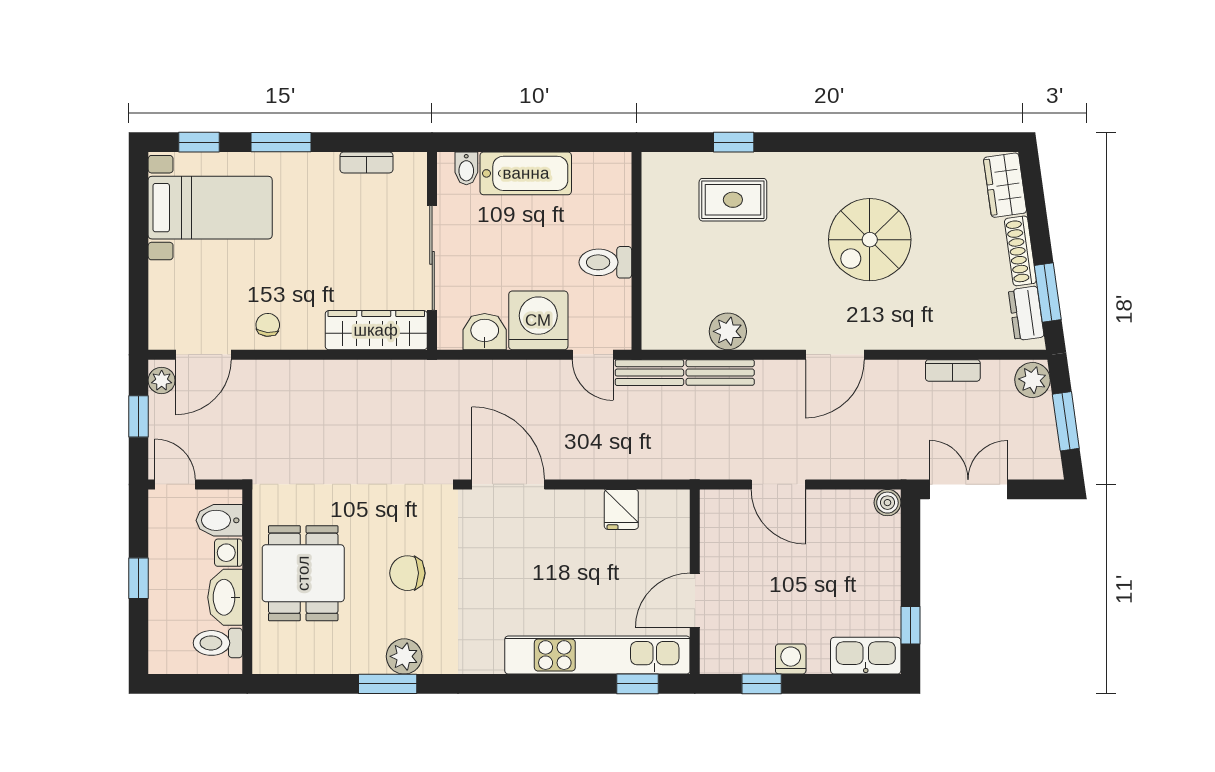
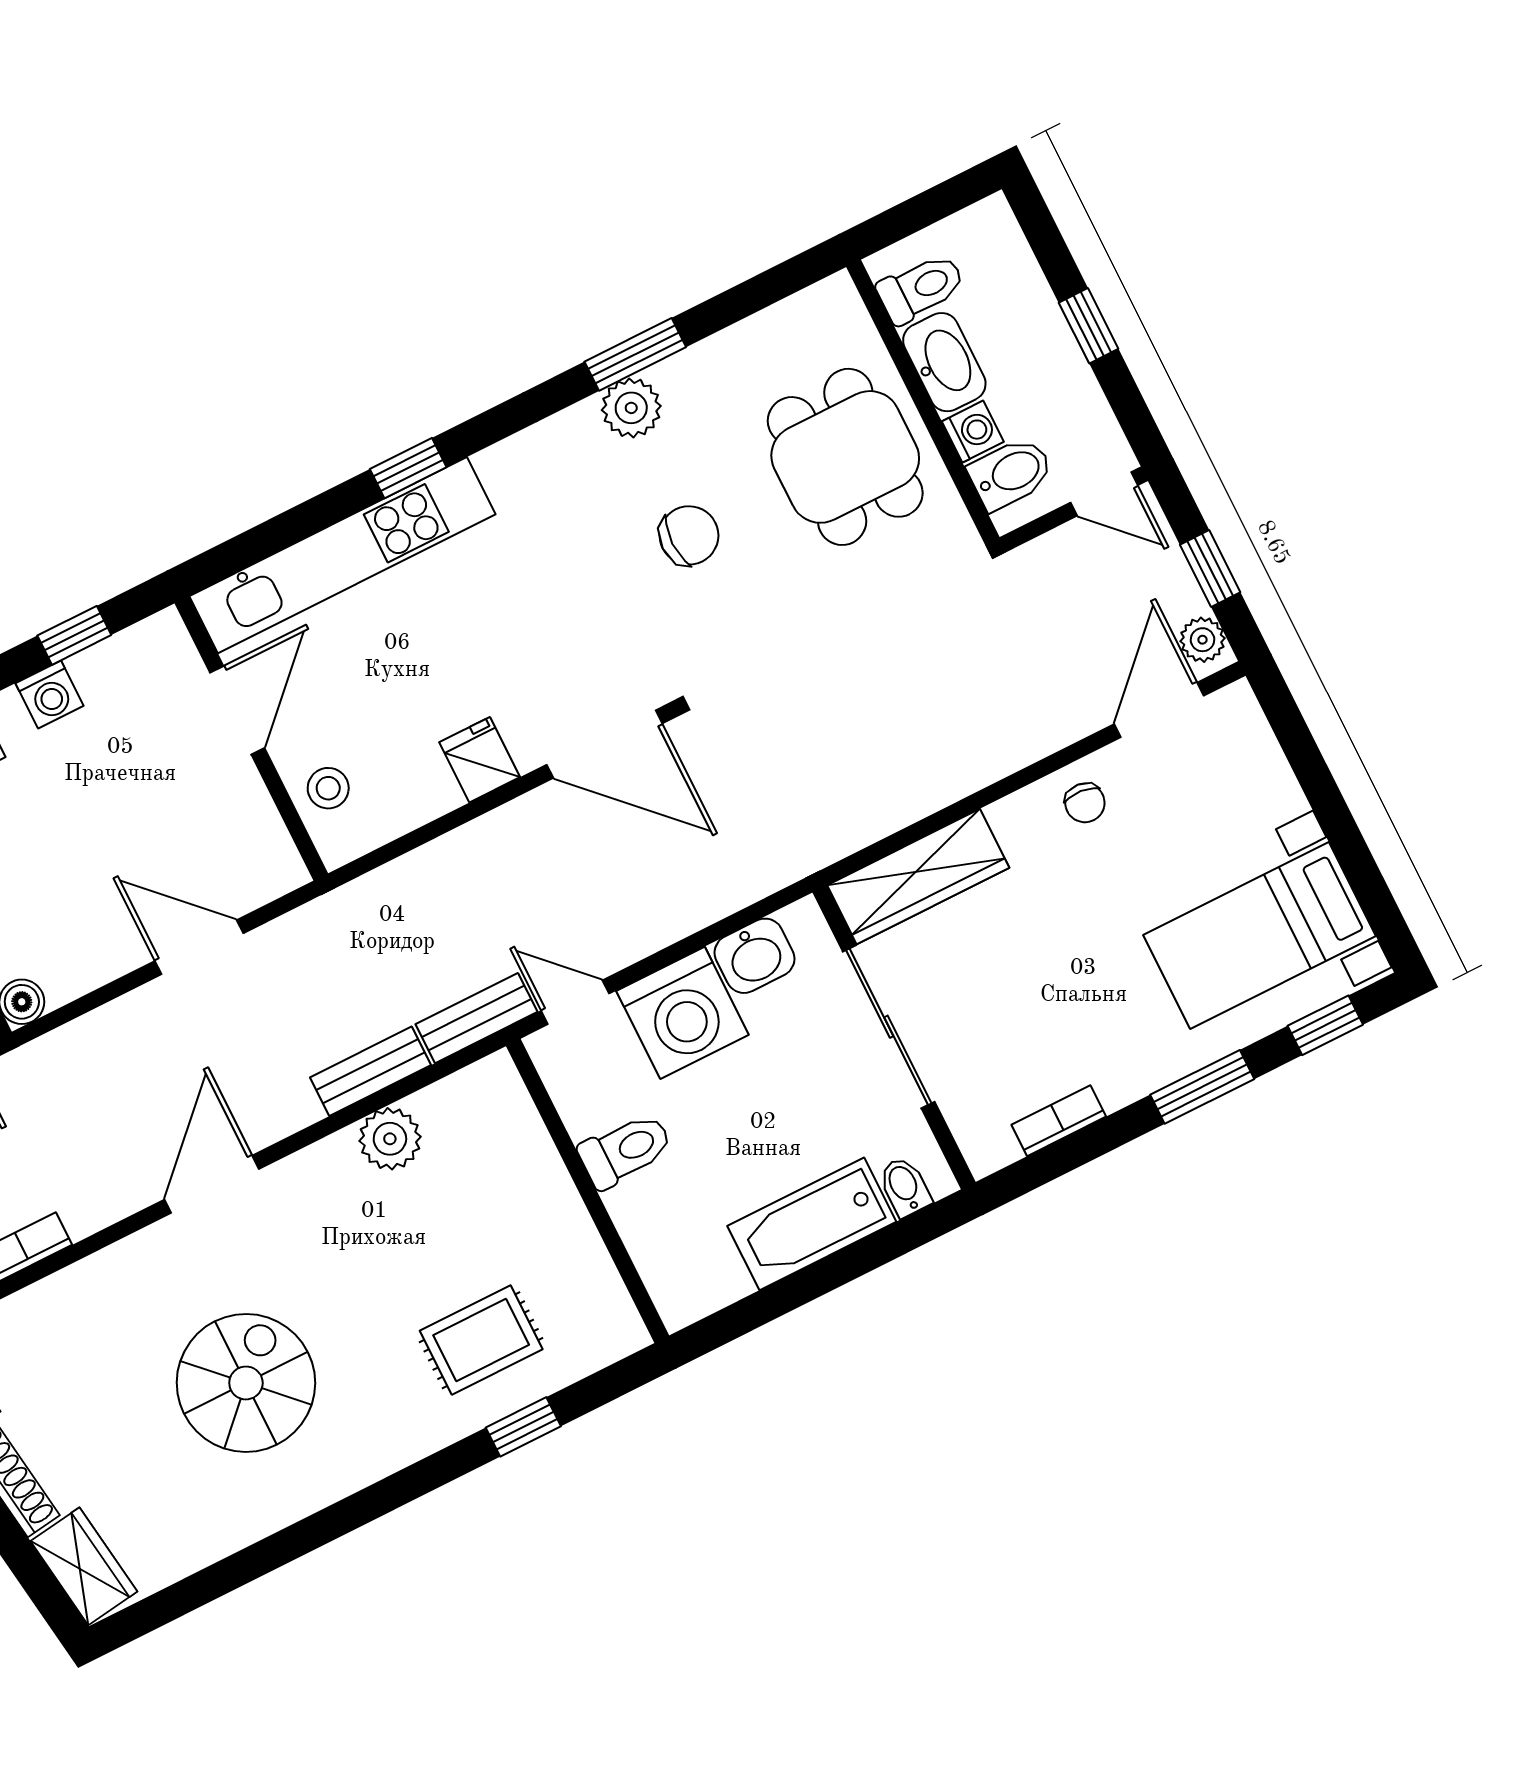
fridge: (621, 509) -> (480, 760), moved
stool: (667, 535) -> (328, 788), added
window: (637, 684) -> (408, 468), moved

